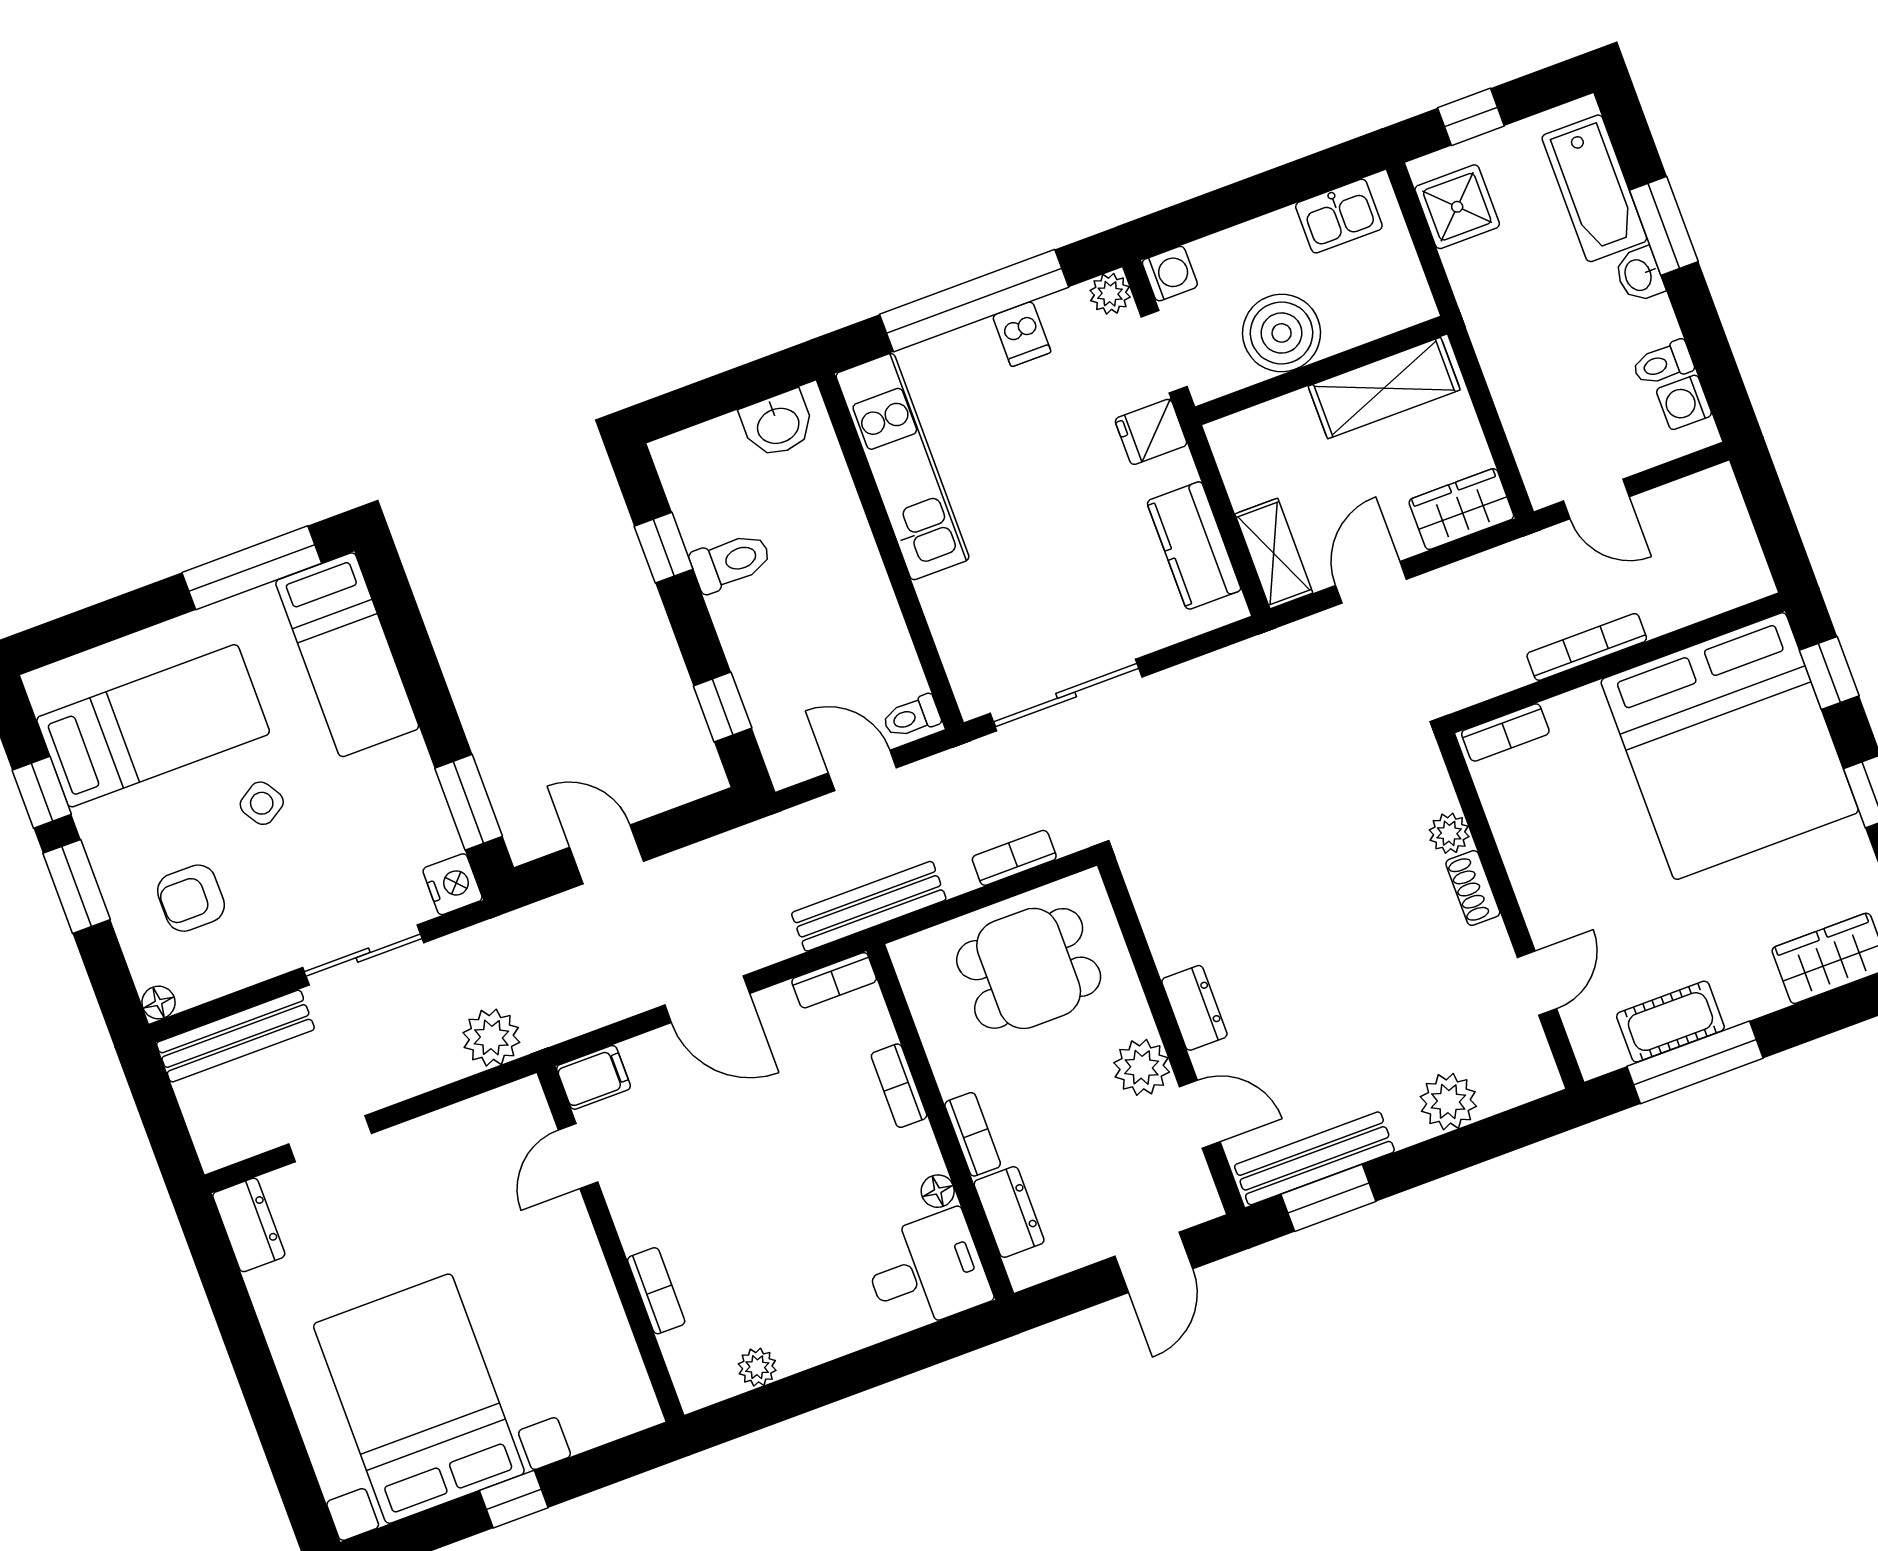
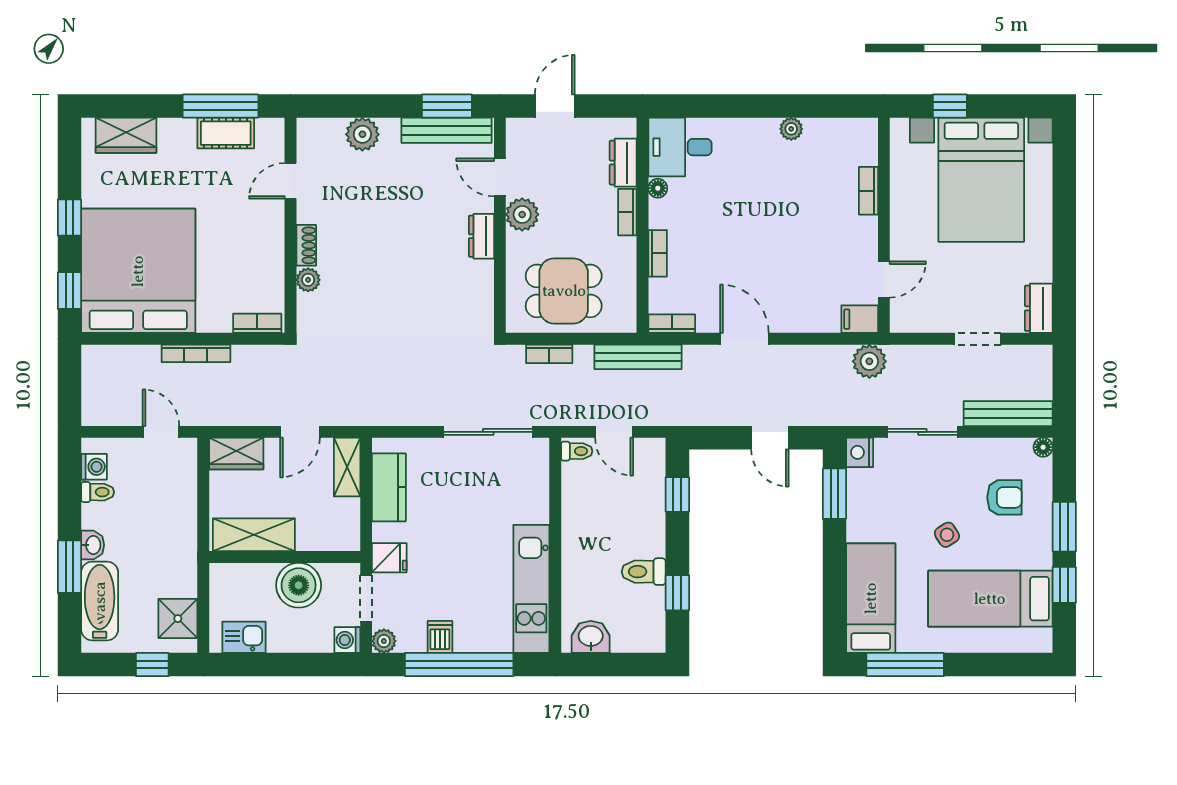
filing cabinet: (593, 1077) -> (860, 319), moved
door: (578, 1156) -> (884, 279), moved
wall: (610, 1244) -> (884, 225), moved
bookcase: (656, 1291) -> (869, 191), moved

